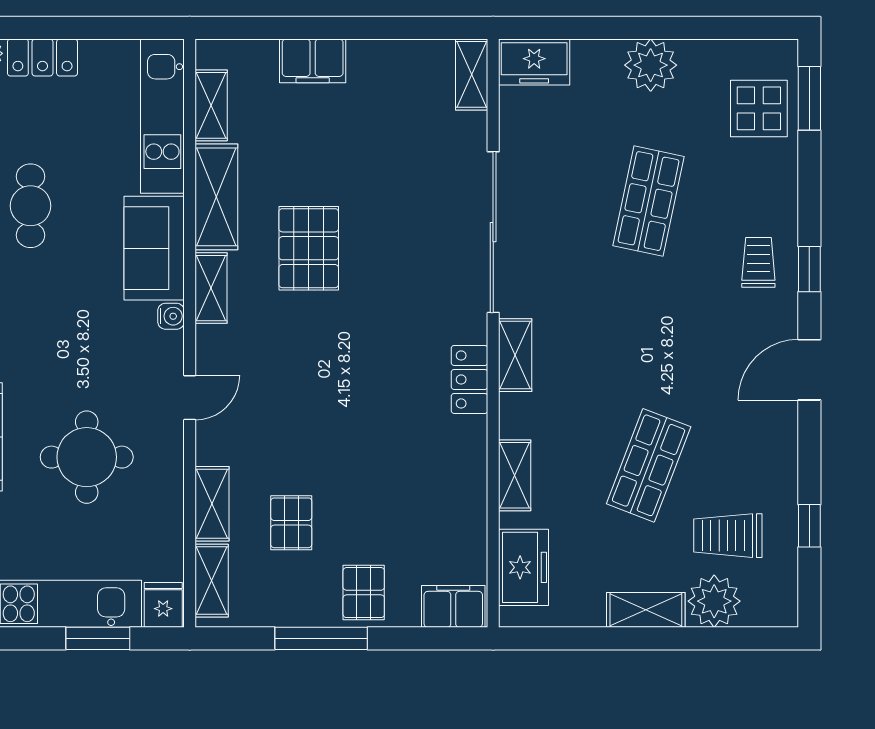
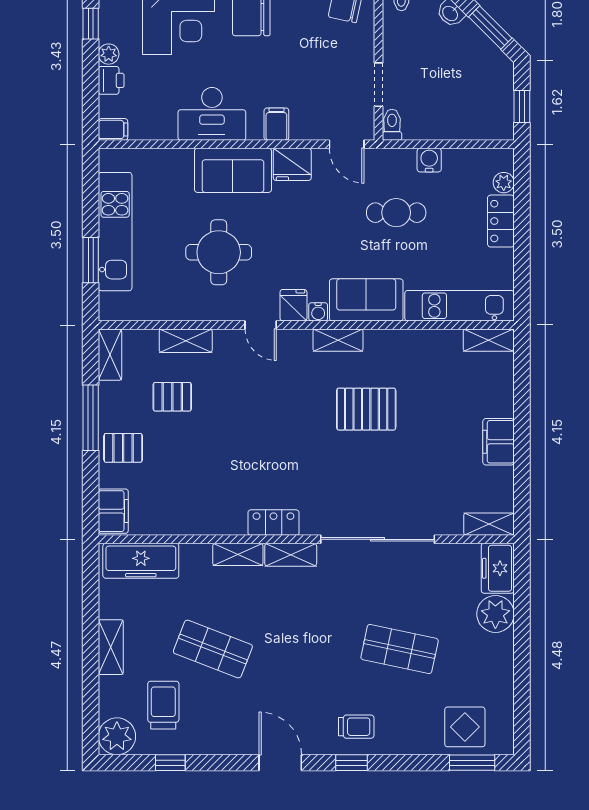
filing cabinet: (313, 61) -> (498, 442), moved
plant: (651, 65) -> (495, 614), moved
shelving: (211, 105) -> (488, 340), moved
shelving: (216, 197) -> (402, 344), removed
shelving: (515, 475) -> (238, 554), moved
freezer: (524, 567) -> (141, 561), width x1.40
shelving: (212, 581) -> (110, 355), moved, turned 90
plant: (714, 601) -> (117, 736), moved
fridge: (163, 605) -> (293, 305), moved, turned -90

